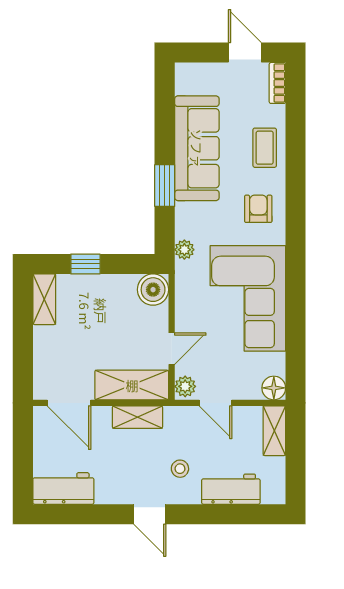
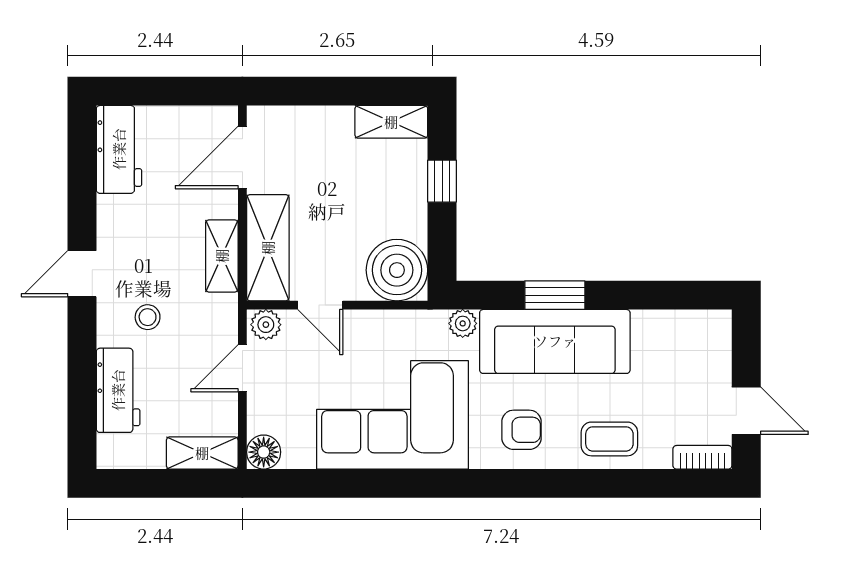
door: (245, 53) -> (746, 411), hinge flipped
sofa: (197, 148) -> (555, 341), moved
boiler: (153, 290) -> (397, 270), width x1.37, depth x1.37

